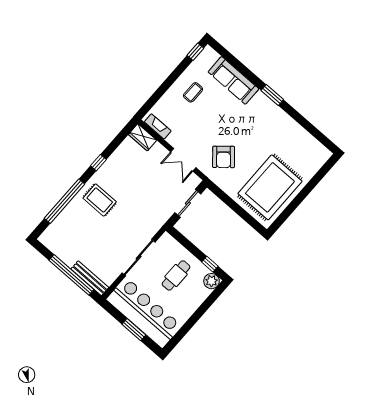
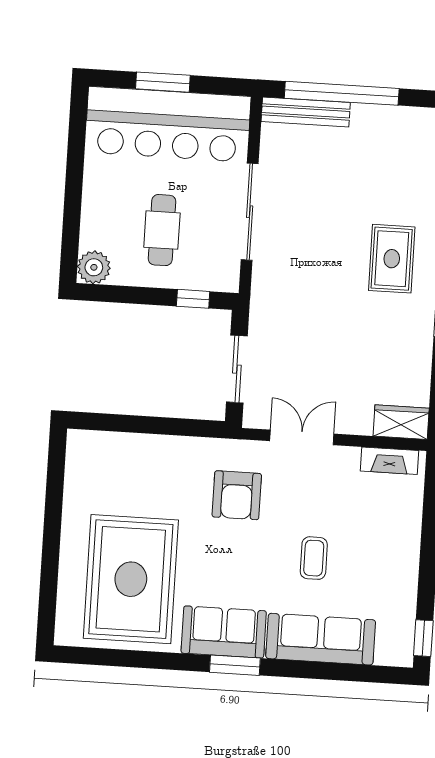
coffee table: (193, 92) -> (314, 558), moved
sofa: (267, 110) -> (224, 632), added
armchair: (224, 157) -> (237, 495), turned -139
rug: (270, 187) -> (131, 579), moved
rug: (100, 200) -> (392, 259), turned 90
window: (210, 264) -> (193, 299), moved

